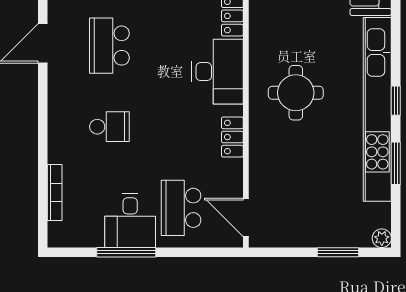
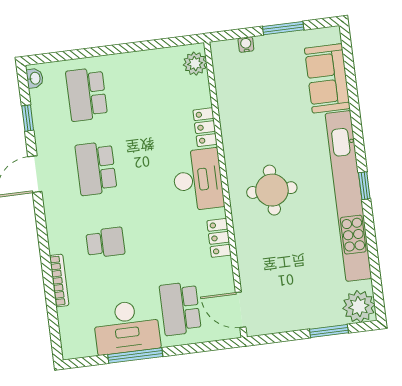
window: (396, 163) -> (372, 243), removed
bookcase: (55, 192) -> (59, 281), moved
desk: (130, 221) -> (127, 327), width x1.37
plant: (382, 238) -> (359, 307), width x1.88, depth x1.88

